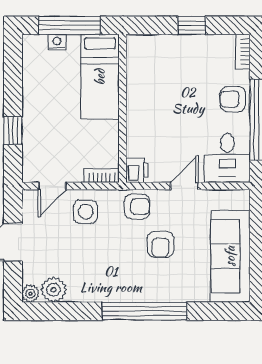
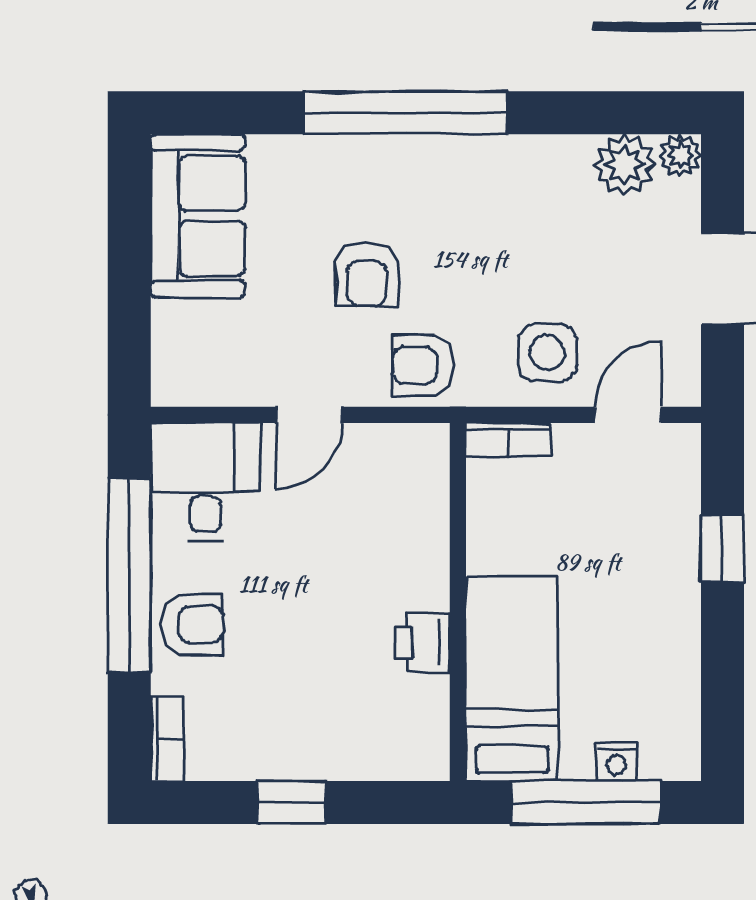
printer: (137, 170) -> (423, 642), moved
armchair: (160, 244) -> (367, 274), turned 180
sofa: (230, 256) -> (198, 216), width x0.73

